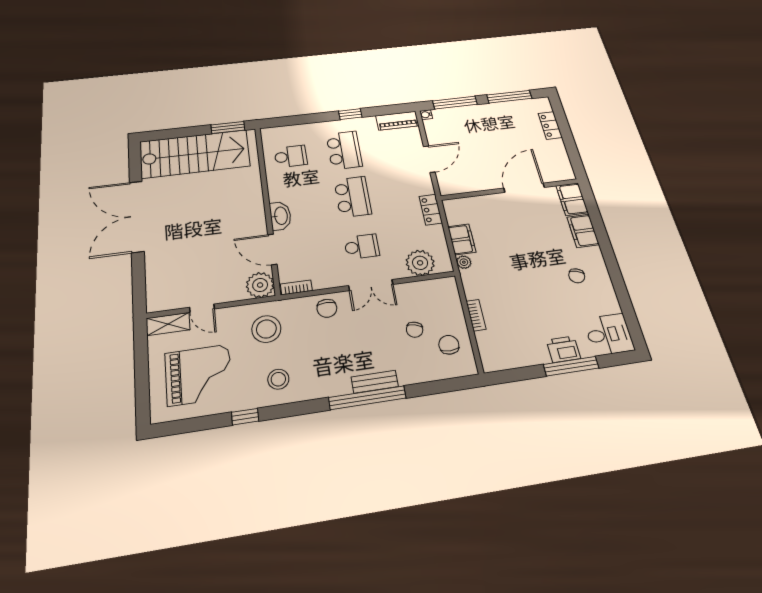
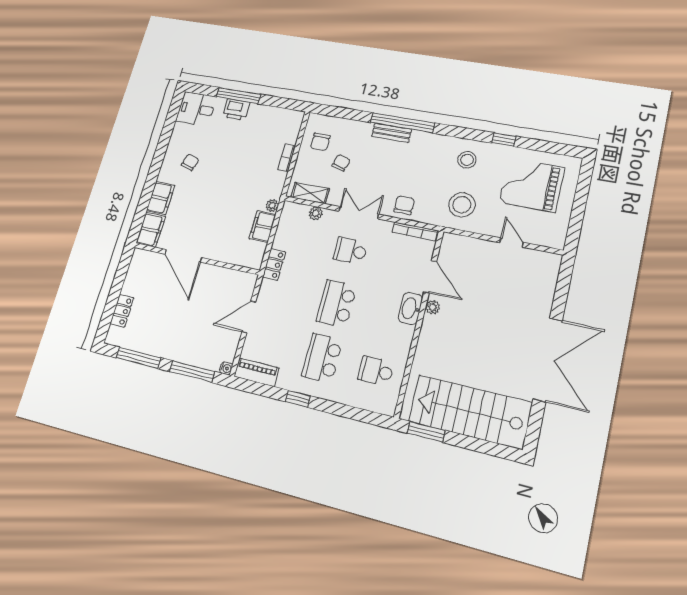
door: (524, 188) -> (183, 256), hinge flipped
plant: (420, 263) -> (316, 213), width x0.53, depth x0.53
plant: (260, 285) -> (433, 307), moved, width x0.53, depth x0.53
bookcase: (296, 287) -> (415, 231), width x1.56
shelving: (168, 324) -> (310, 193), moved

